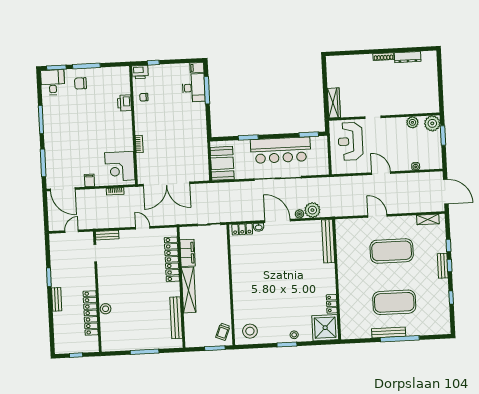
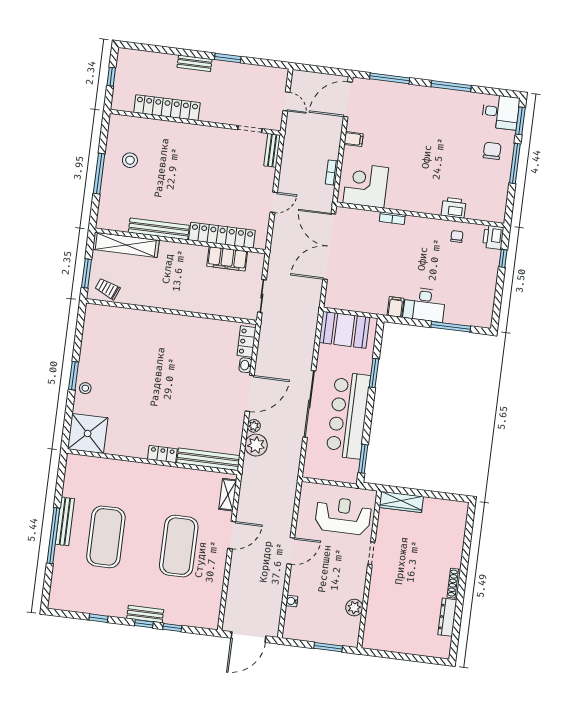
filing cabinet: (197, 68) -> (395, 307), moved
desk: (194, 88) -> (424, 305), moved
plant: (432, 123) -> (348, 635), removed
shelving: (428, 219) -> (228, 495), moved
shelving: (189, 290) -> (126, 245), moved
locker: (332, 304) -> (162, 454), moved
stool: (106, 309) -> (130, 160), moved
bench: (176, 318) -> (159, 229), moved
stool: (250, 331) -> (102, 327), removed

